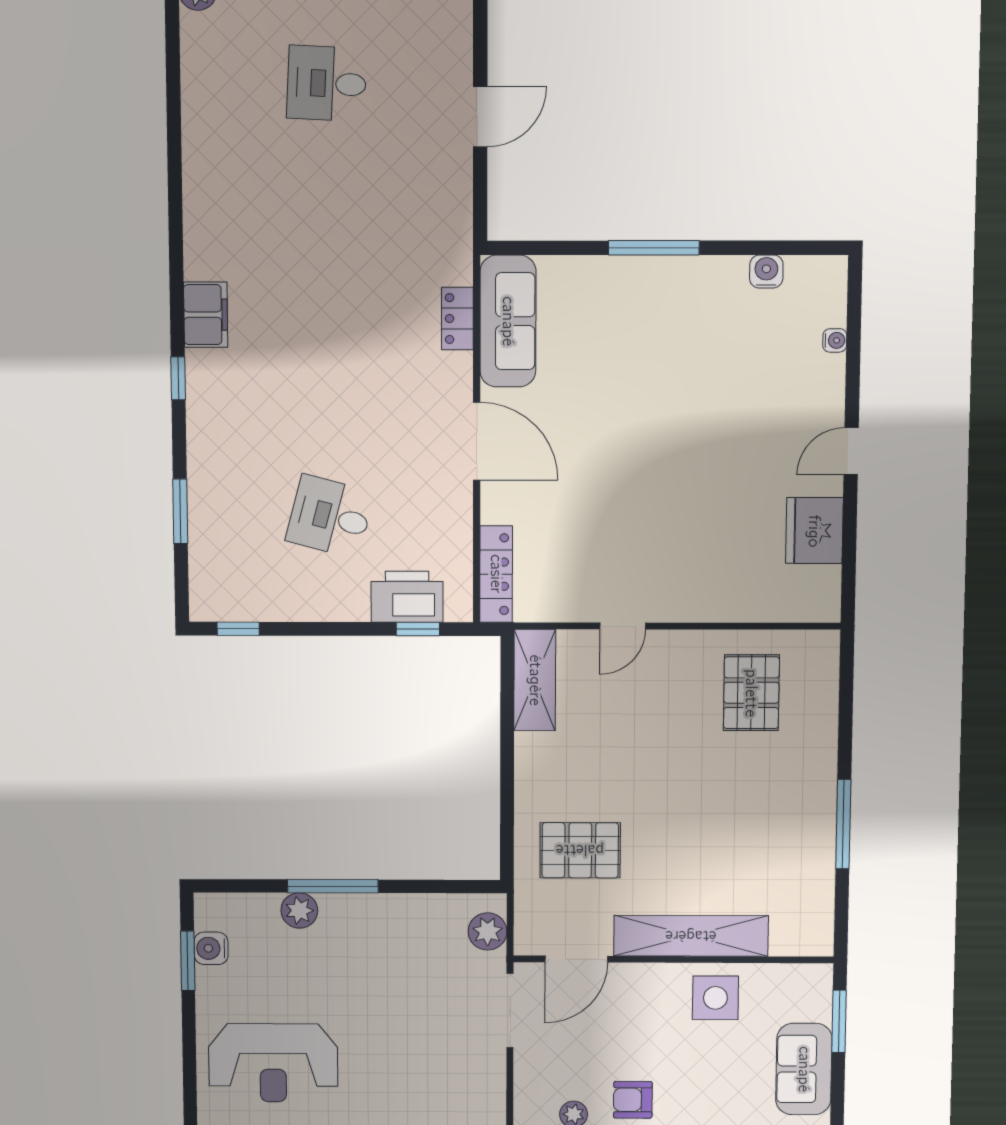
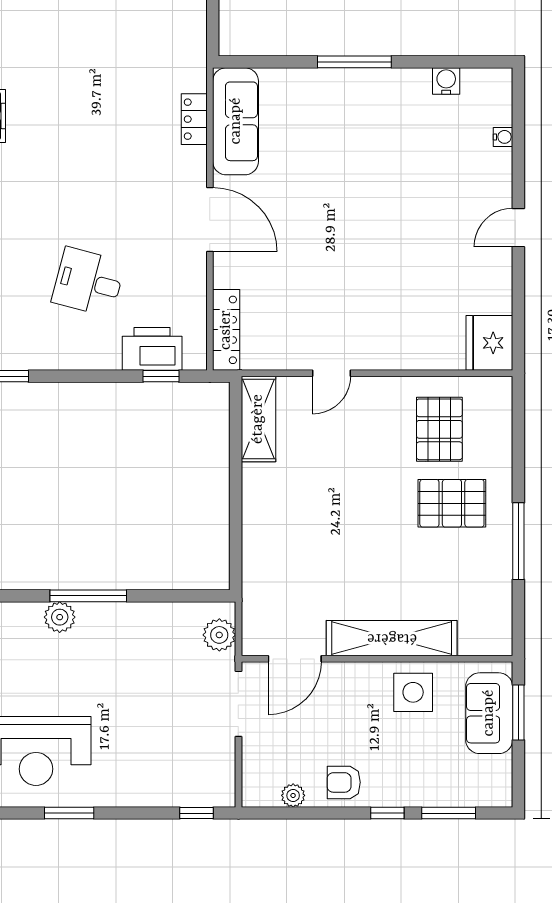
fridge: (814, 531) -> (489, 343), moved
pallet: (580, 850) -> (452, 503), moved
sofa: (804, 1069) -> (489, 713), moved

